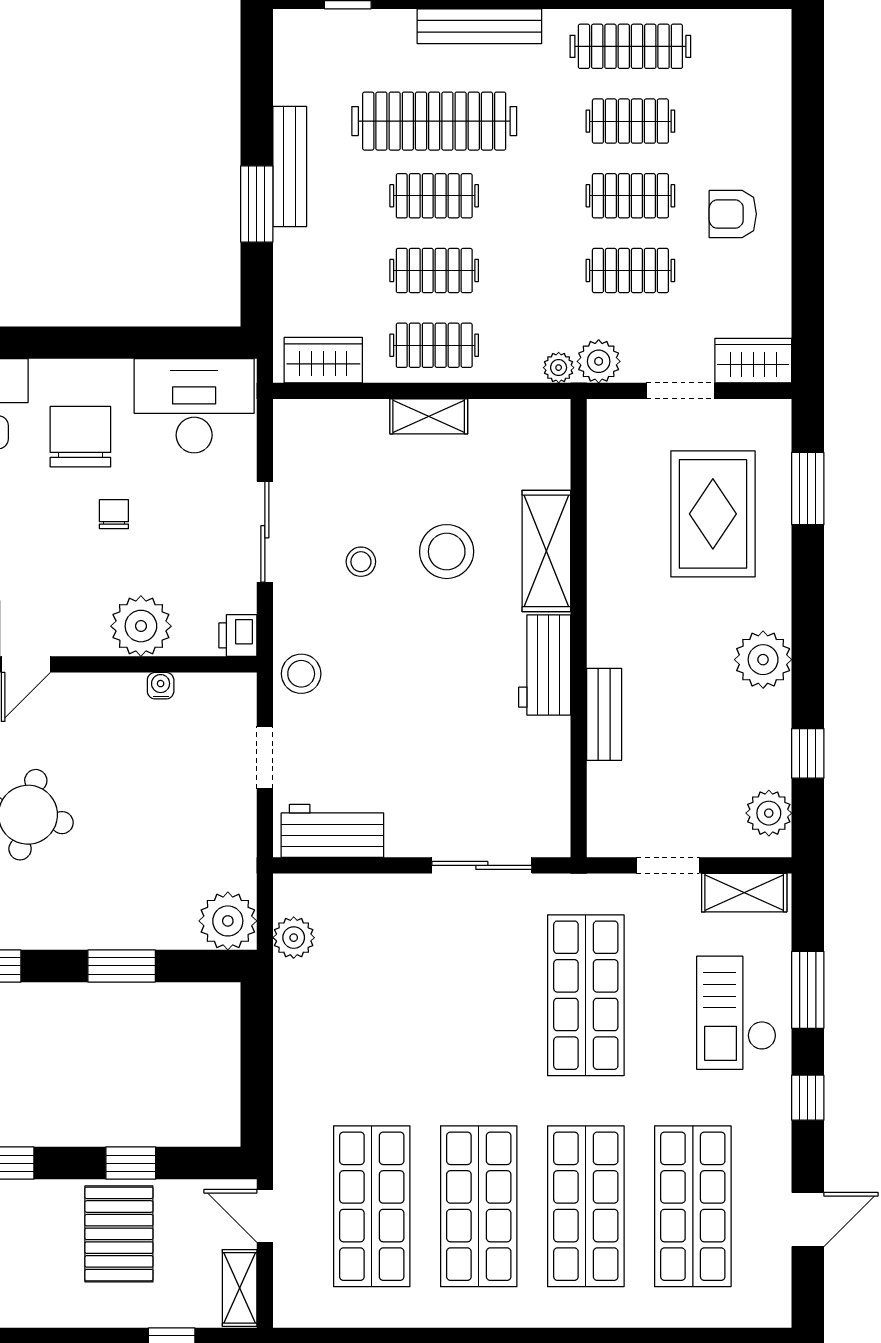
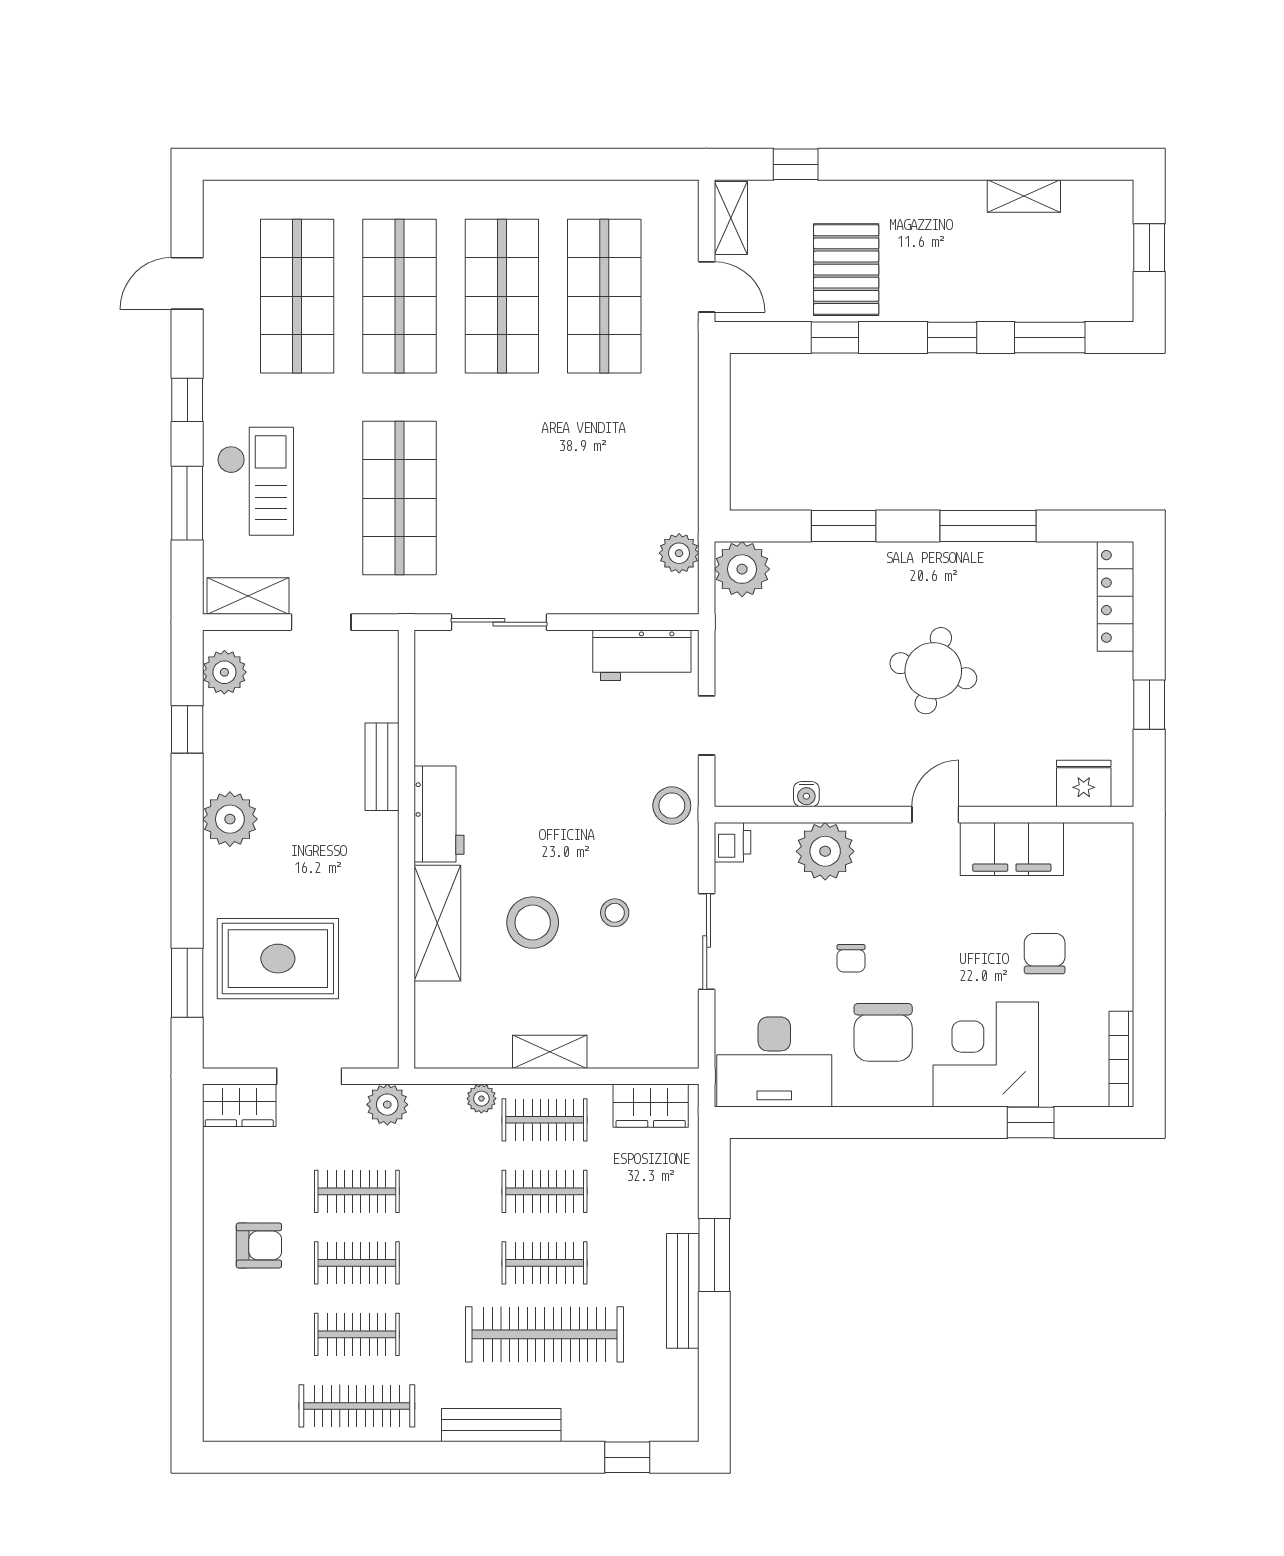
plant: (559, 368) -> (481, 1099), moved
rug: (713, 514) -> (278, 959), turned 90

